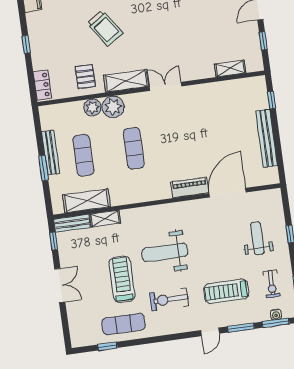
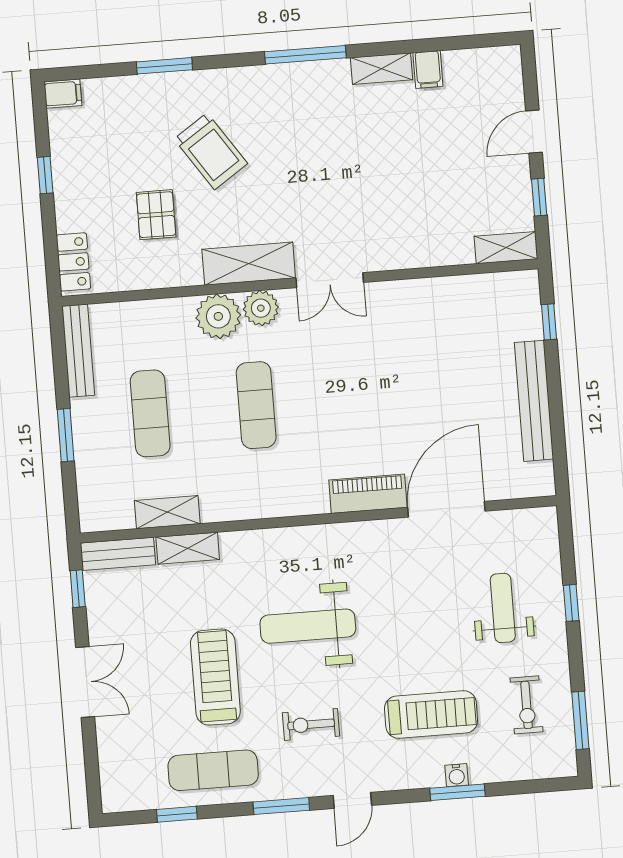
shelving: (230, 68) -> (506, 248), moved
pallet: (85, 77) -> (156, 215), moved
double door: (165, 86) -> (330, 280), swing flipped
plant: (92, 107) -> (261, 308), moved
bench: (51, 152) -> (78, 351), moved
shelving: (86, 201) -> (167, 512), width x0.67, depth x0.75
treadmill: (226, 291) -> (431, 715), turned 180
exercise bike: (169, 299) -> (311, 724), width x0.73, depth x0.72
water cooler: (276, 315) -> (457, 775), moved
window: (276, 323) -> (281, 806), moved
door: (210, 332) -> (352, 800), moved

